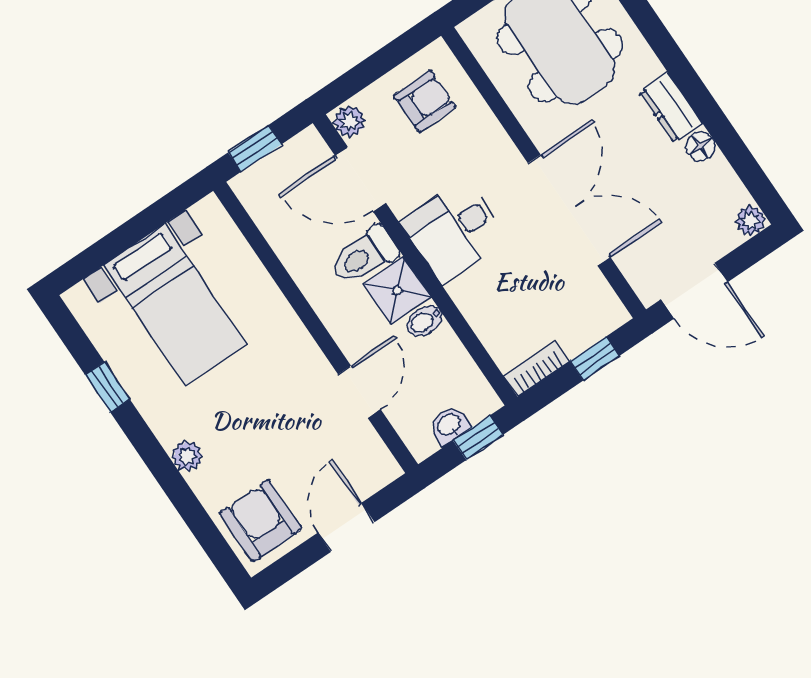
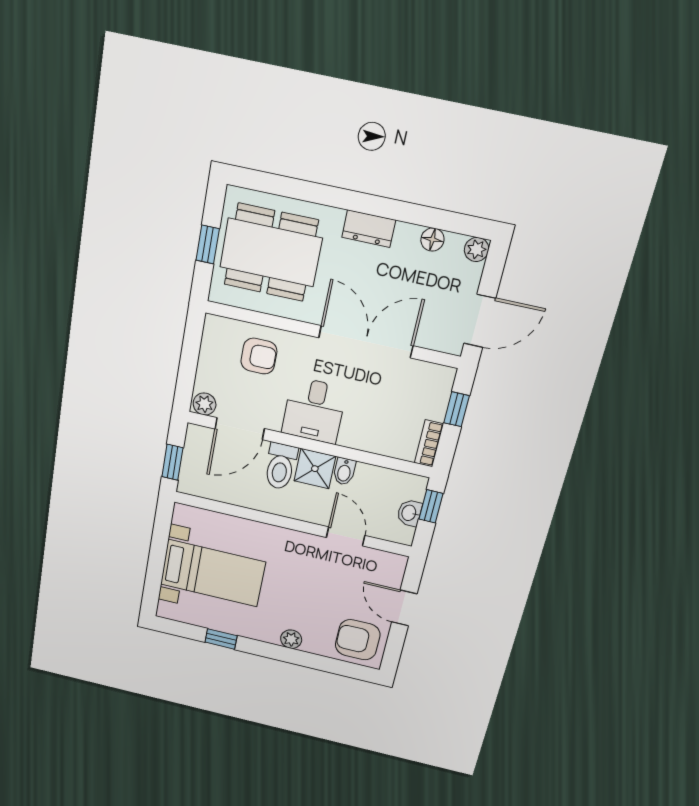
armchair: (425, 101) -> (259, 356), moved, turned 90
floor lamp: (701, 146) -> (432, 240), moved

